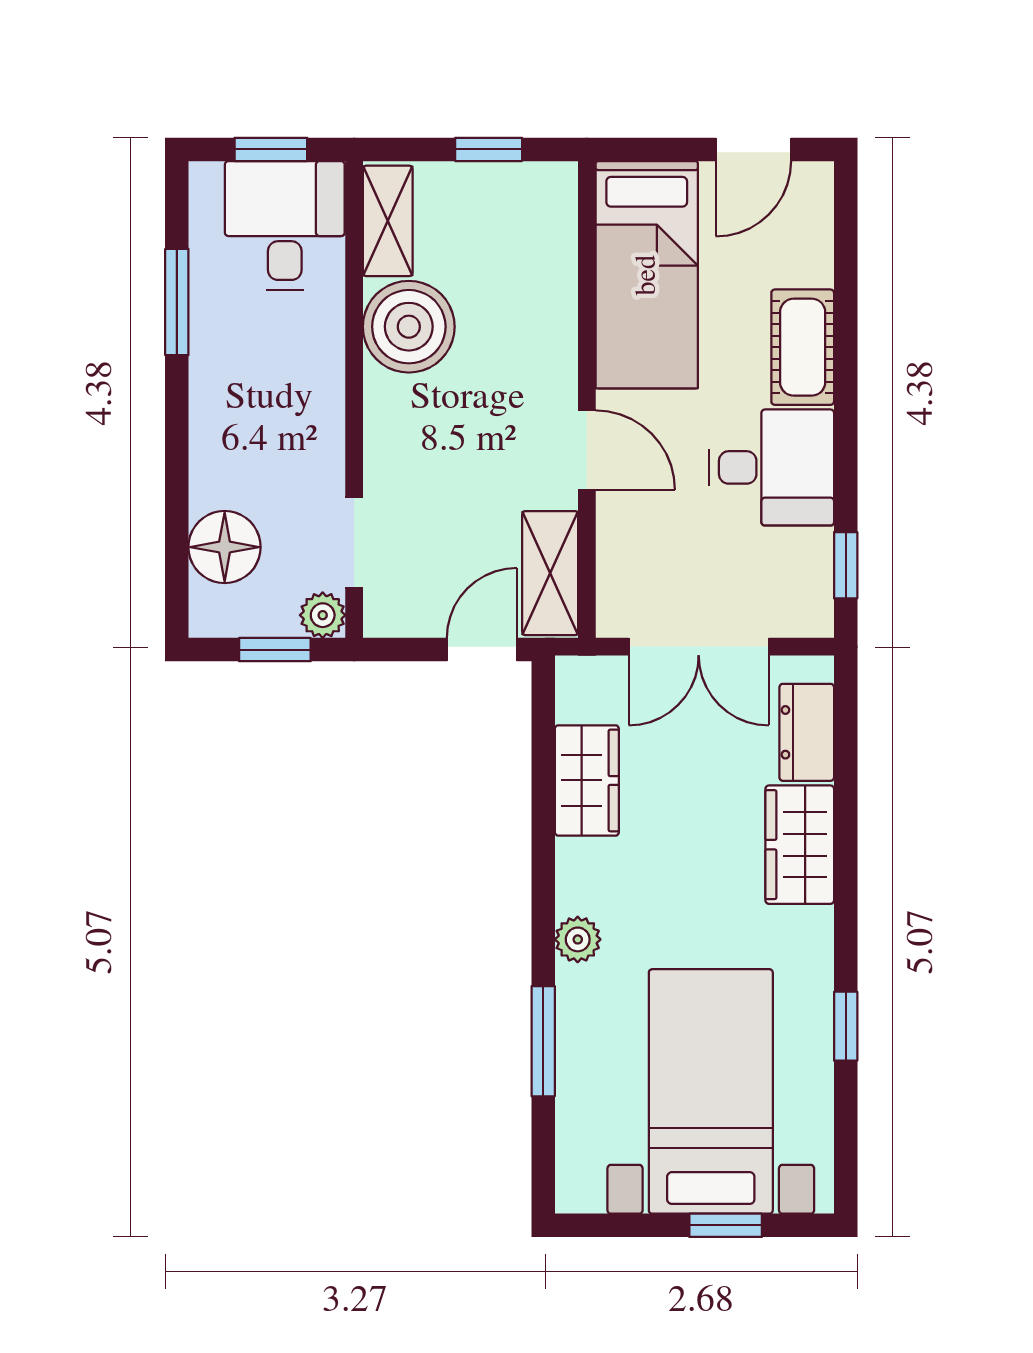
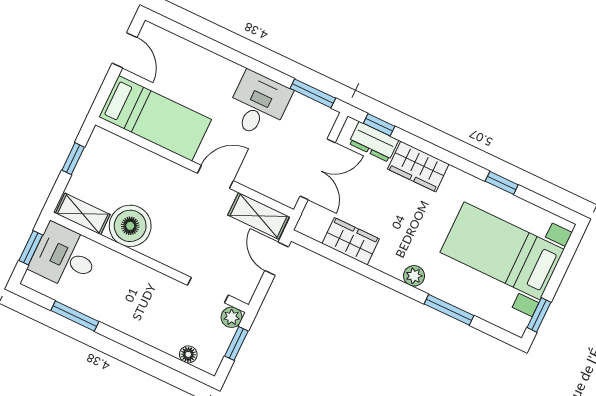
cot: (803, 347) -> (215, 69), removed
floor lamp: (225, 547) -> (188, 354), width x0.53, depth x0.53
window: (846, 565) -> (313, 93), width x1.50
window: (846, 727) -> (379, 125), added
window: (726, 1225) -> (539, 315), moved

